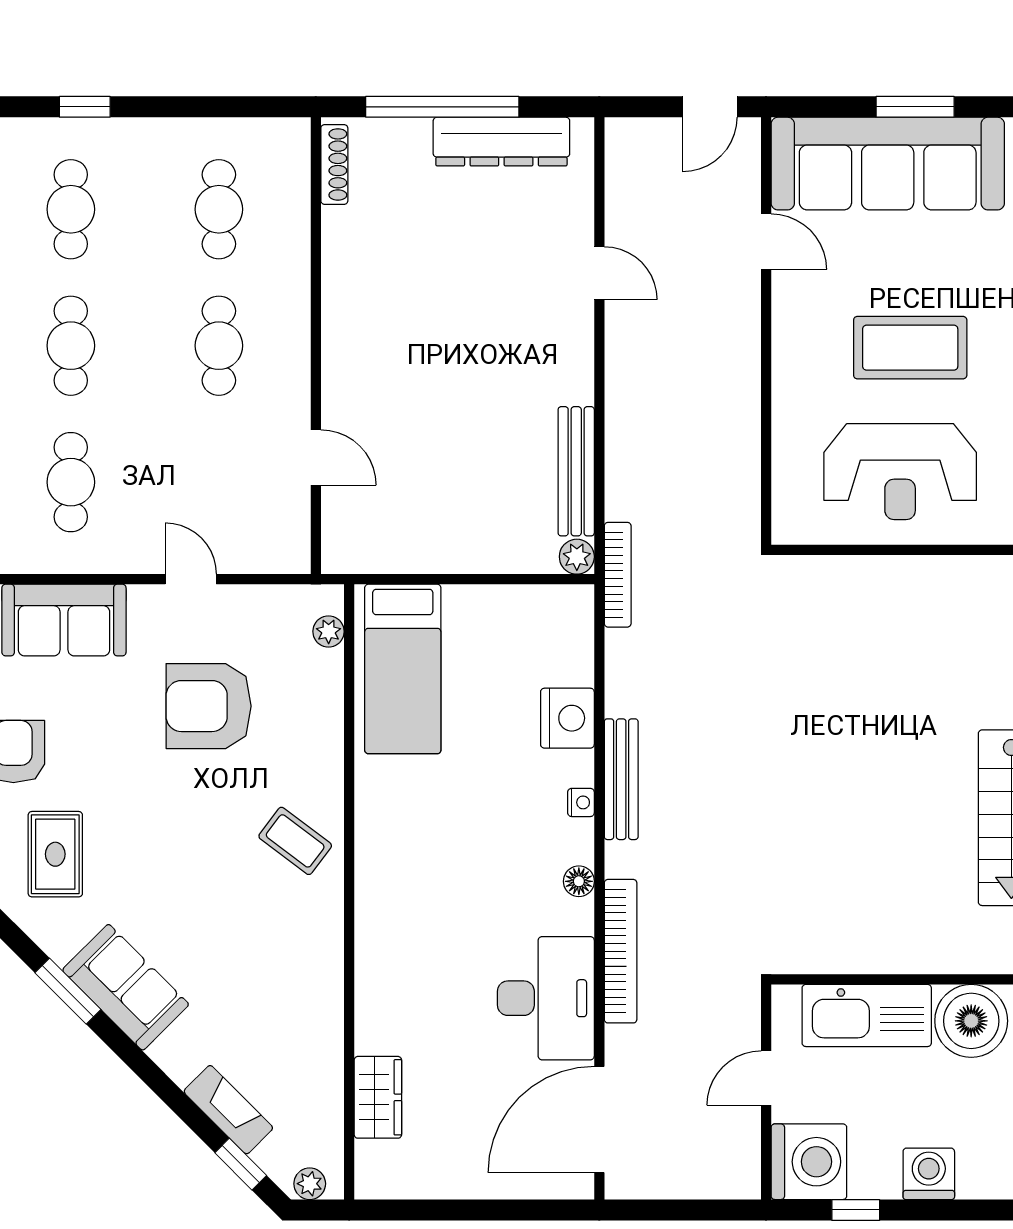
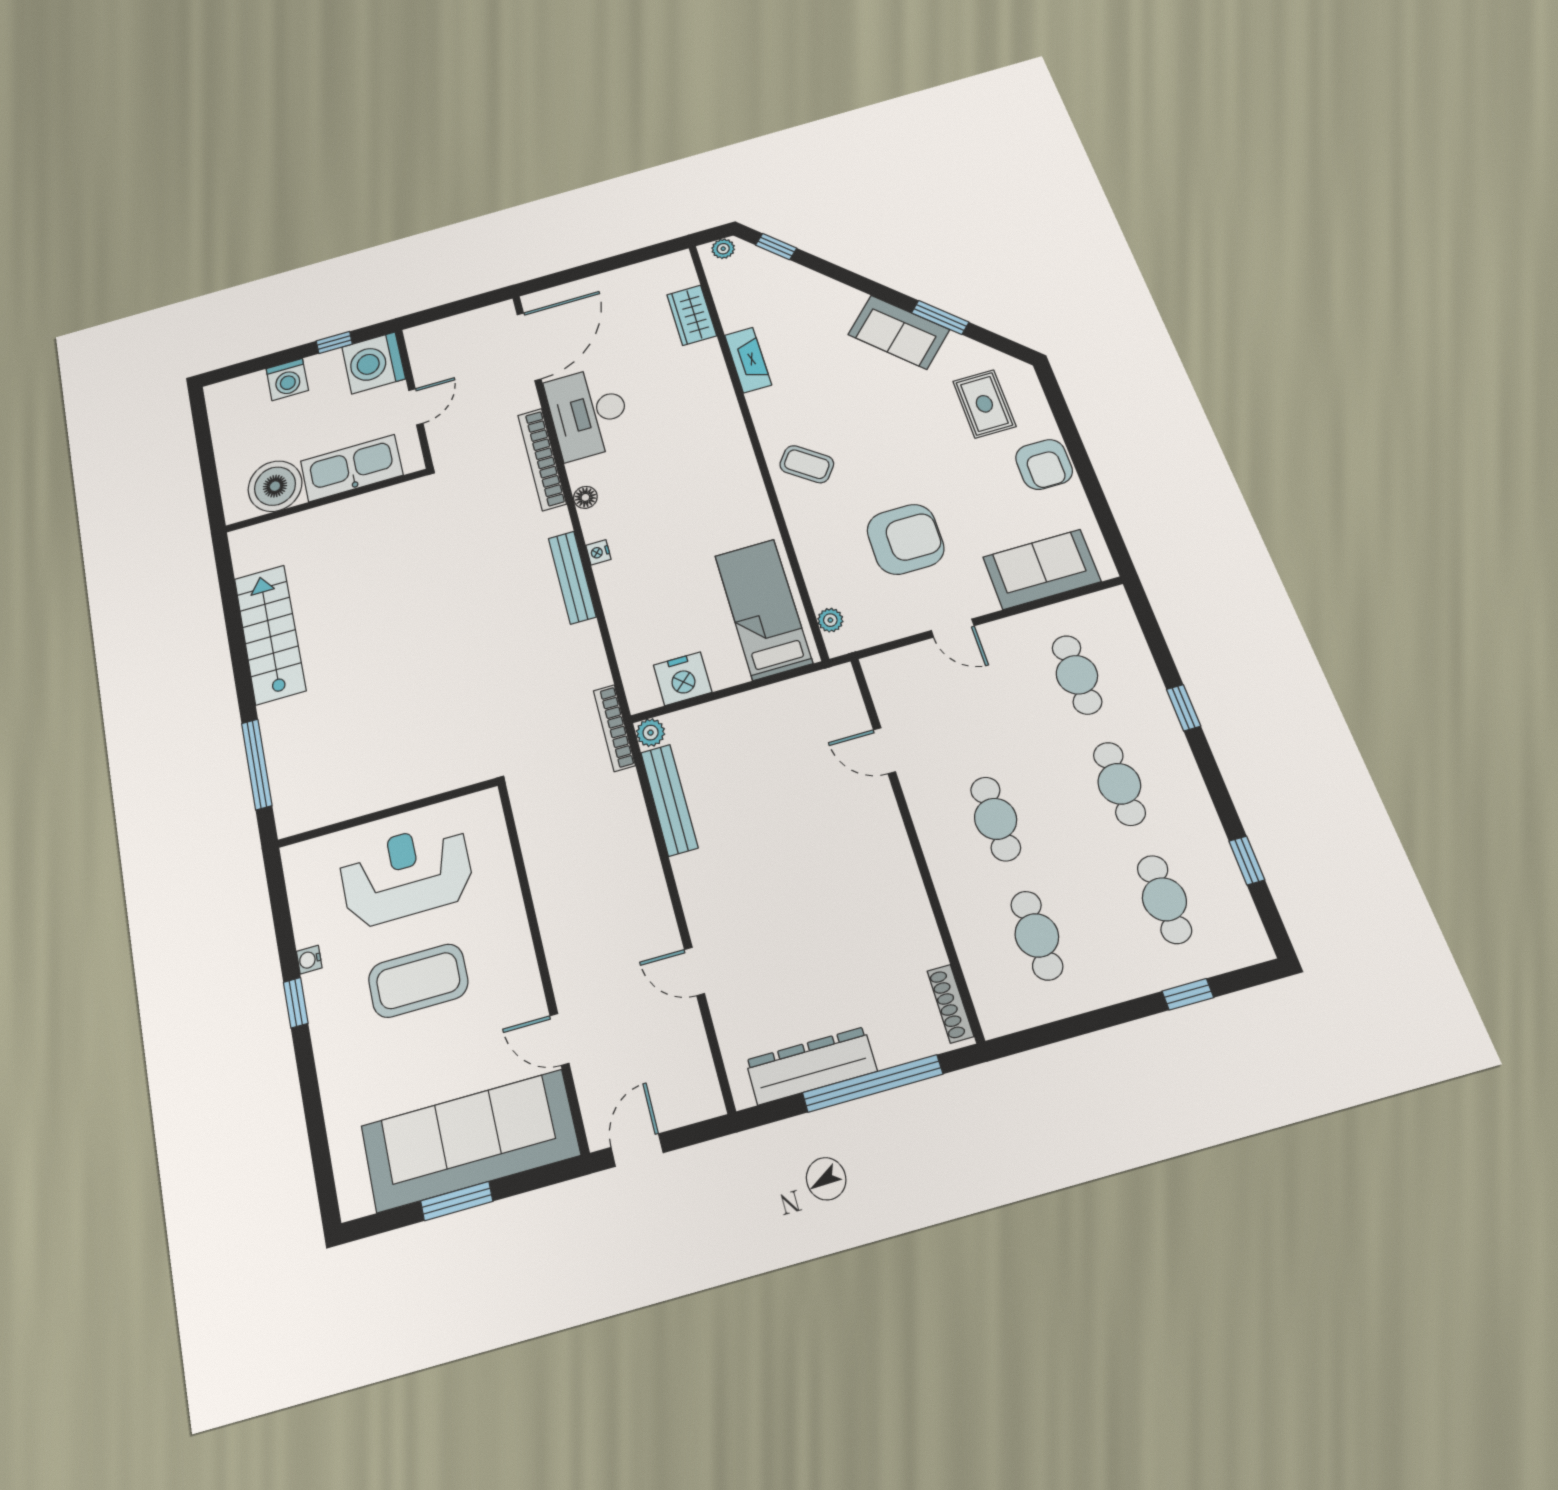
nightstand: (567, 718) -> (683, 679), moved, turned -90
fireplace: (228, 1110) -> (748, 360), moved, turned -135

